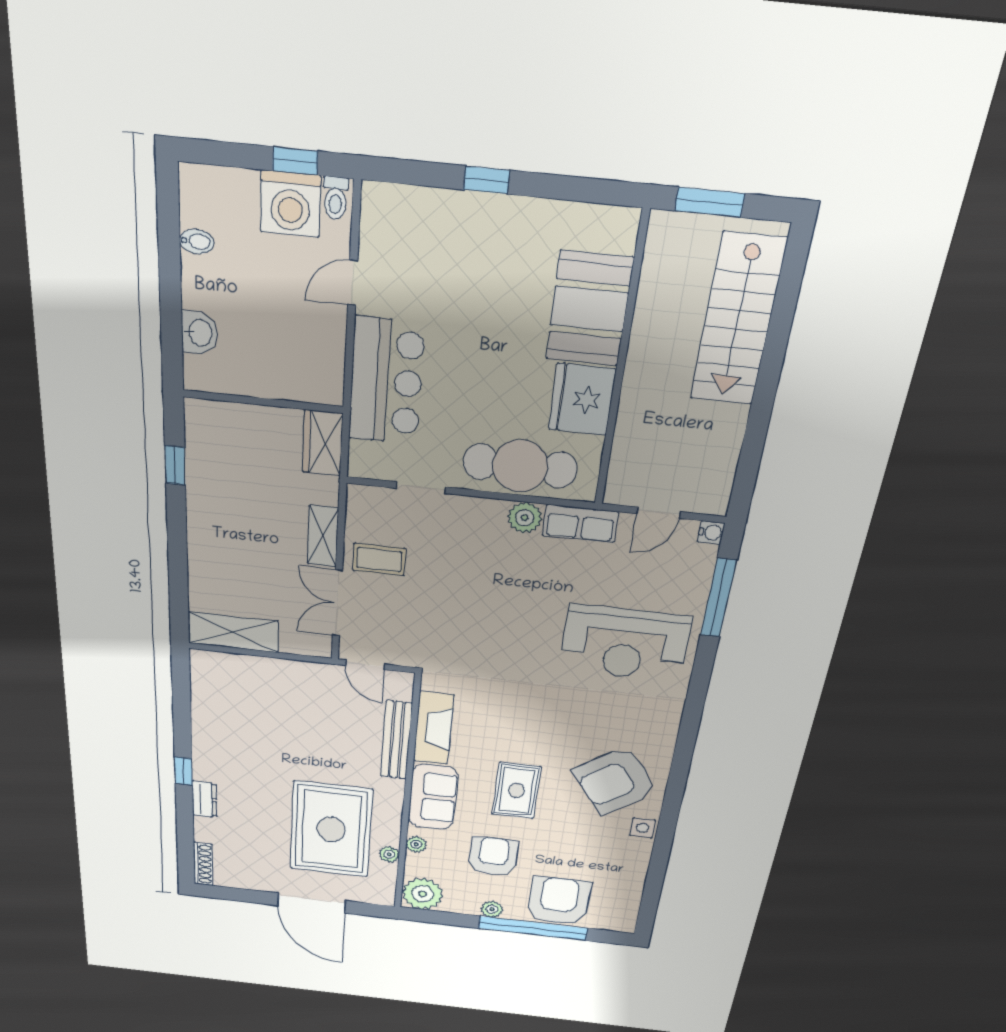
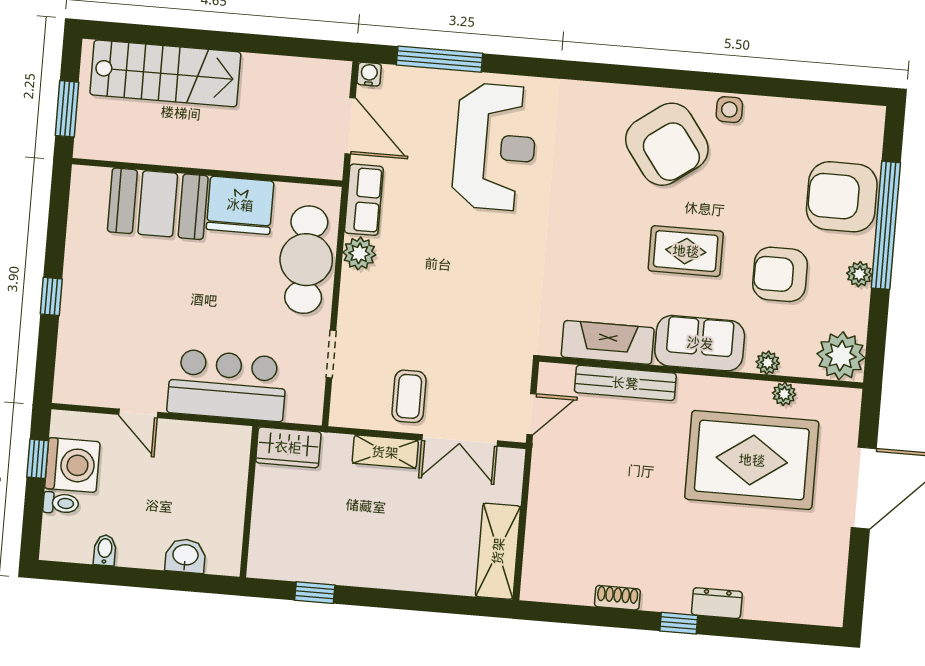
toilet: (336, 198) -> (61, 503), moved
door: (659, 513) -> (350, 126), width x1.38
shoe rack: (203, 864) -> (617, 598), moved, width x0.70

